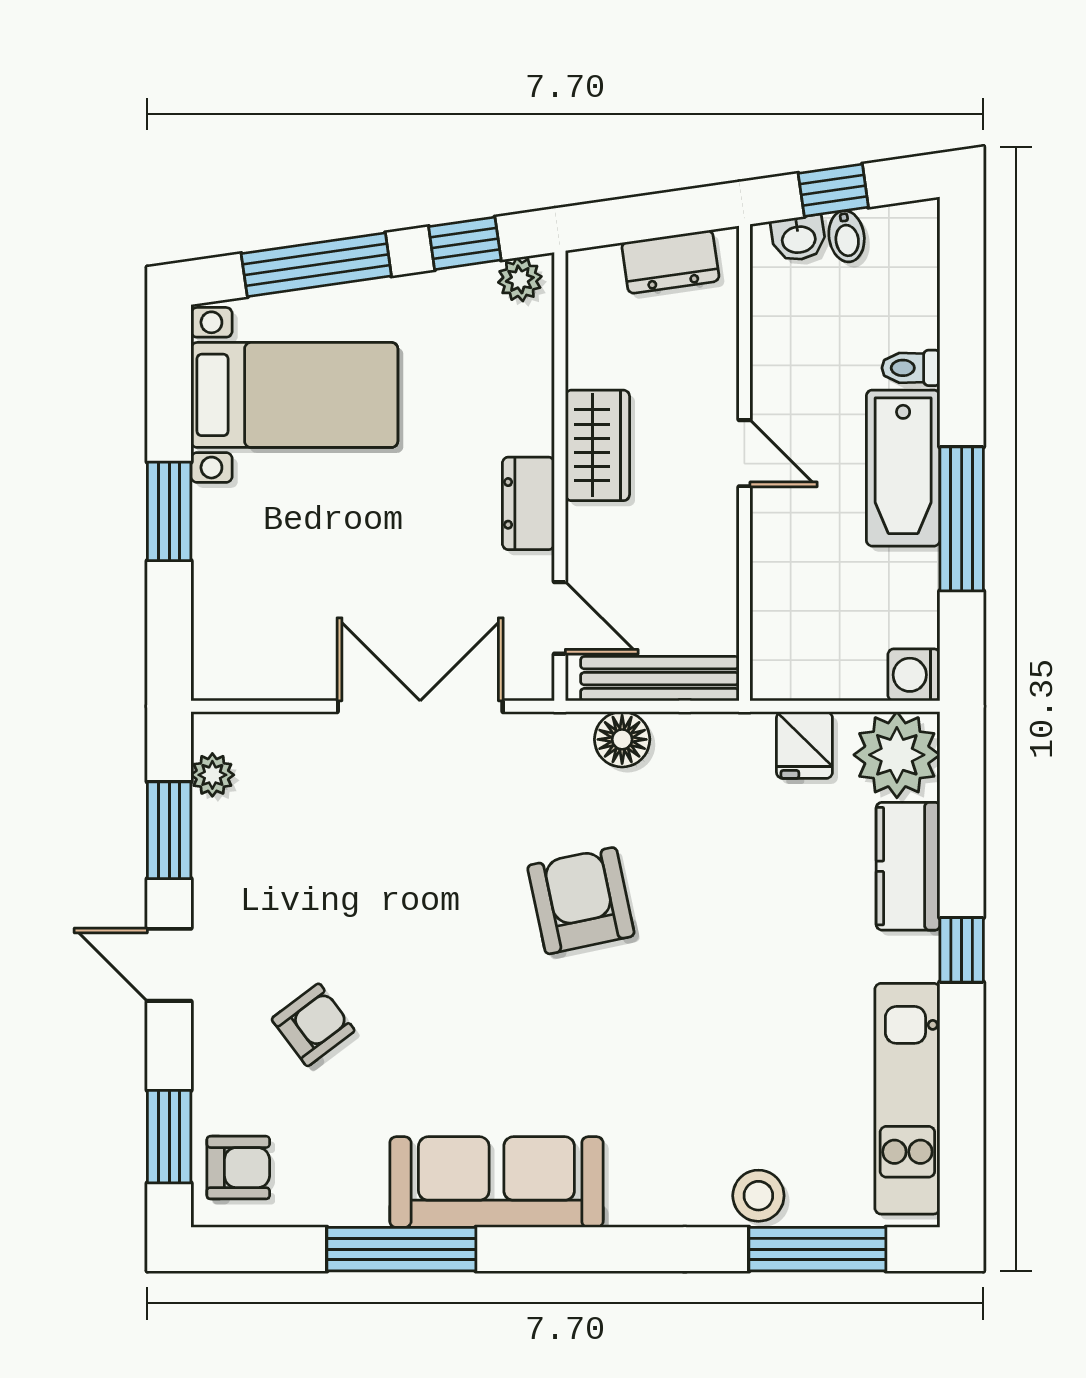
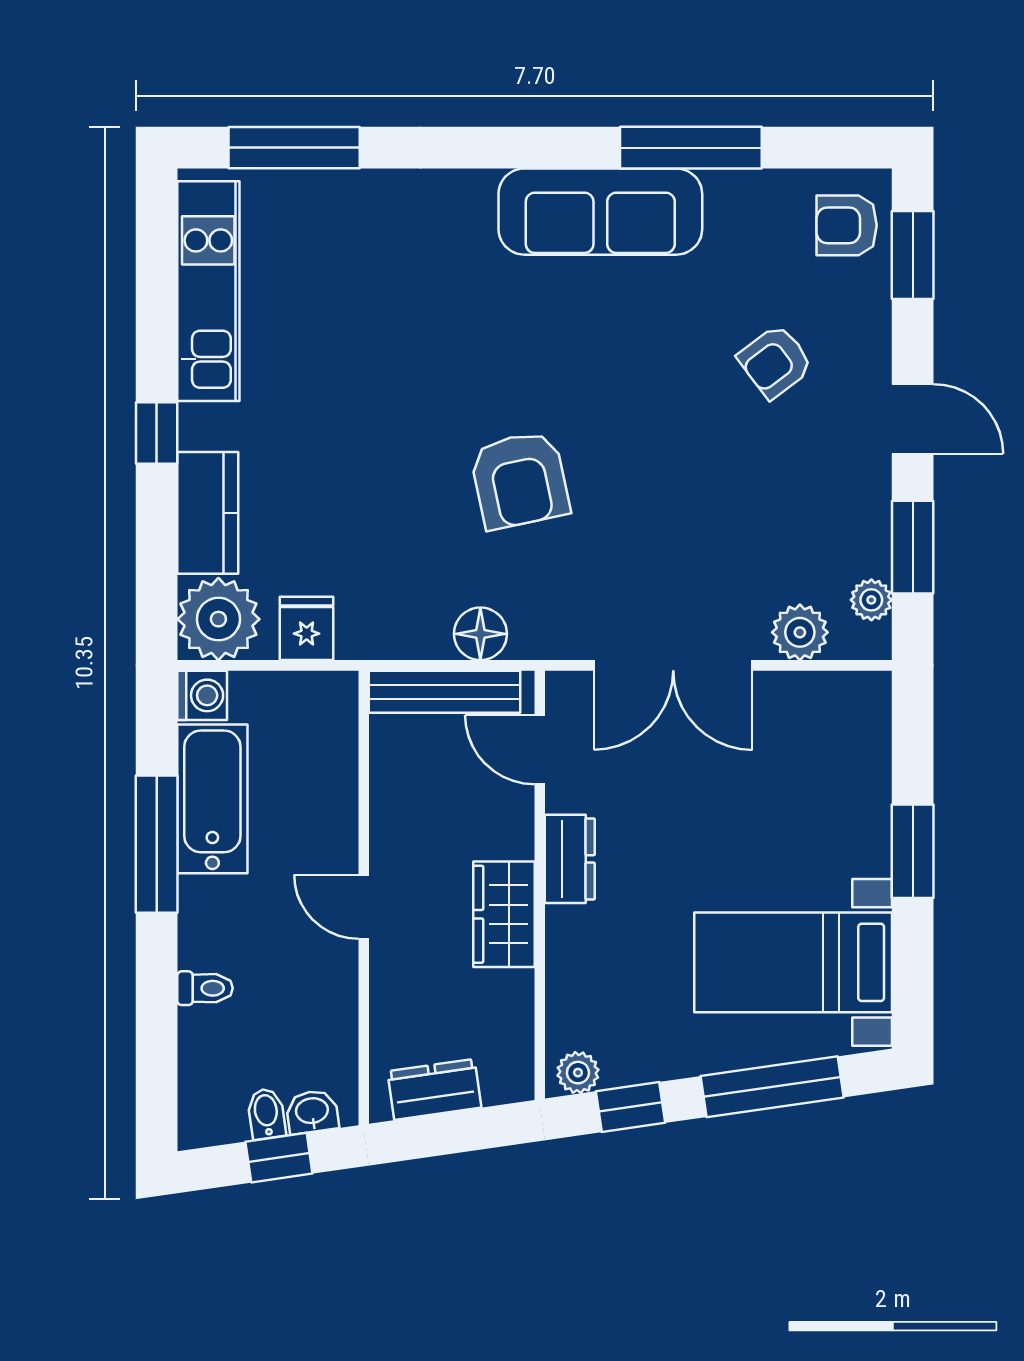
bathtub: (903, 468) -> (212, 799), moved
plant: (287, 741) -> (800, 632), added
stool: (758, 1196) -> (350, 199), removed

